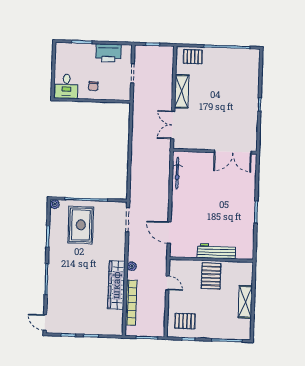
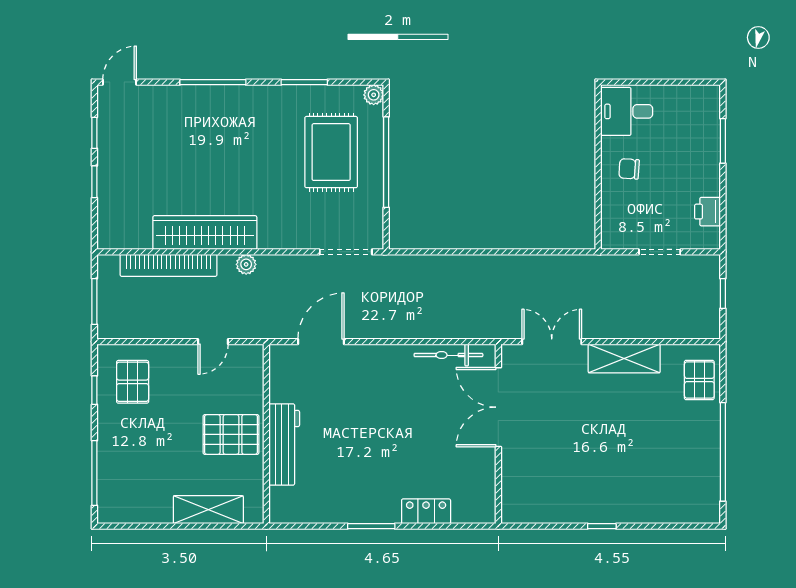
printer: (109, 53) -> (708, 212), width x0.53, depth x0.68
double door: (233, 152) -> (498, 407), moved
locker: (250, 186) -> (426, 511), added
rug: (81, 225) -> (331, 152), turned 90
shelving: (245, 302) -> (208, 510), moved

